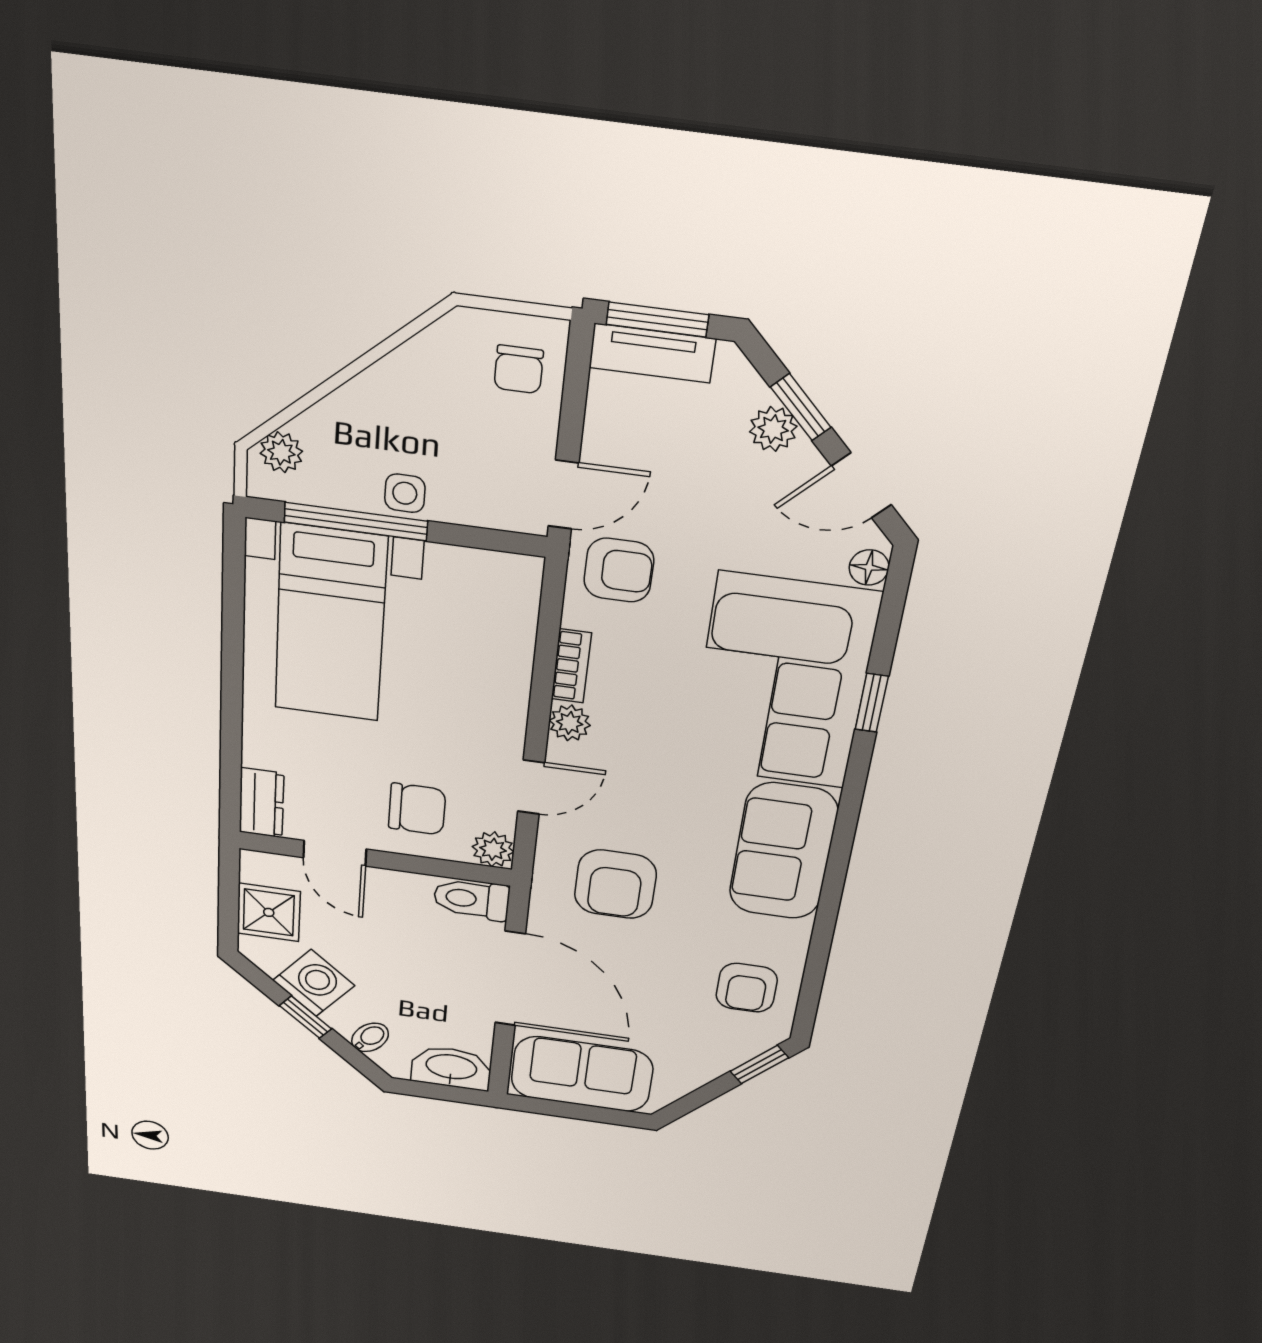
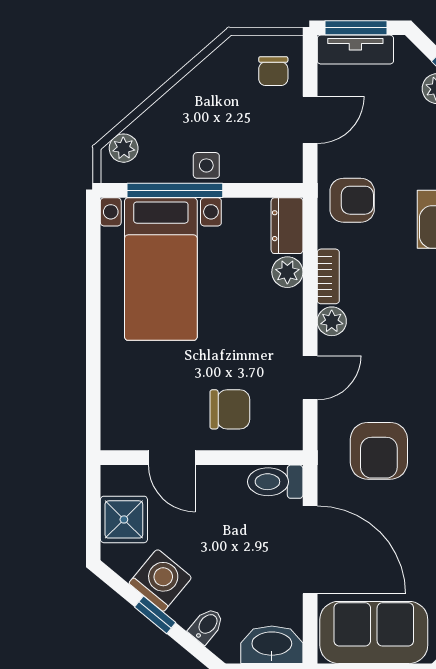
door: (563, 495) -> (310, 120), moved
dresser: (261, 803) -> (287, 226), moved, turned 180
plant: (493, 849) -> (287, 272), moved

